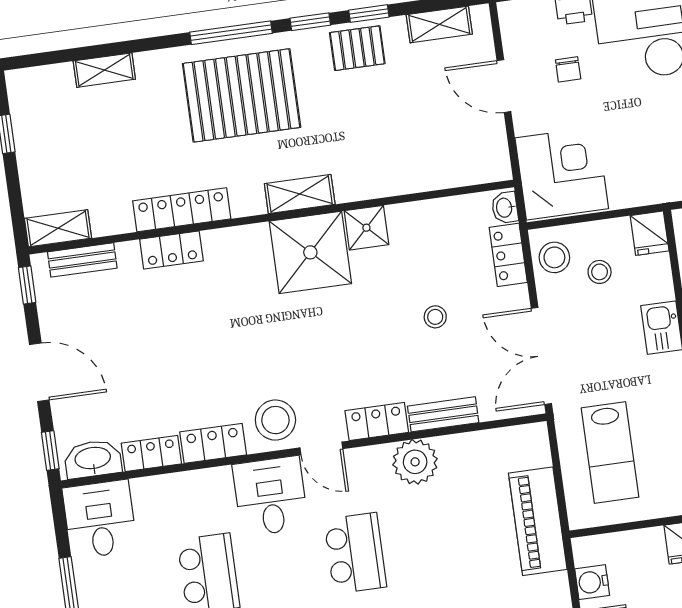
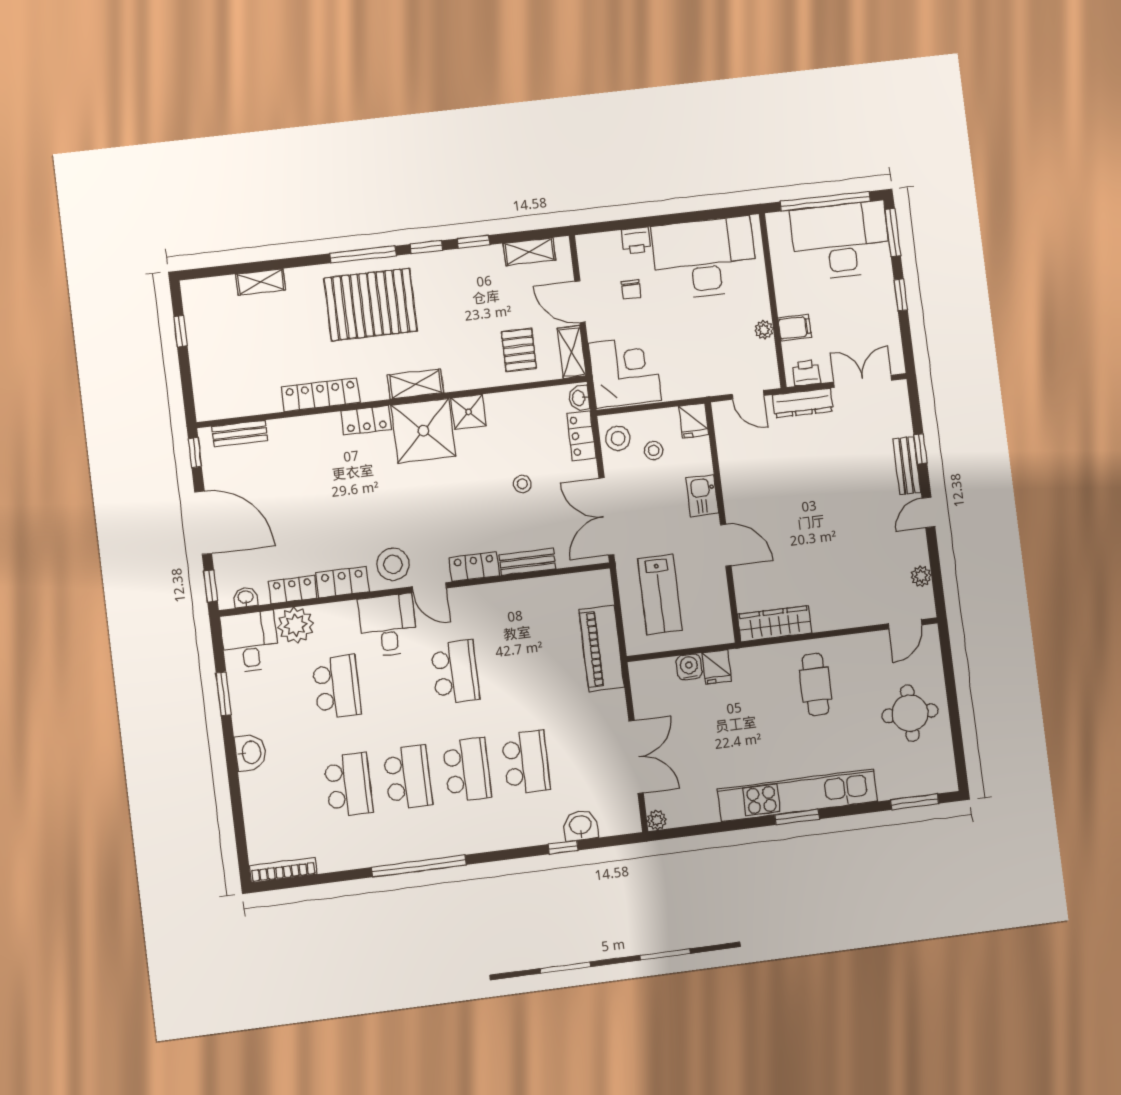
pallet: (357, 48) -> (519, 350), moved, turned 90
shelving: (58, 228) -> (572, 352), moved, turned 90
locker: (171, 250) -> (366, 420), moved
door: (39, 372) -> (203, 523), width x1.36
washbasin: (93, 459) -> (246, 597), width x0.52, depth x0.69
plant: (415, 462) -> (296, 625), moved
water cooler: (592, 582) -> (689, 667), moved, turned 90

